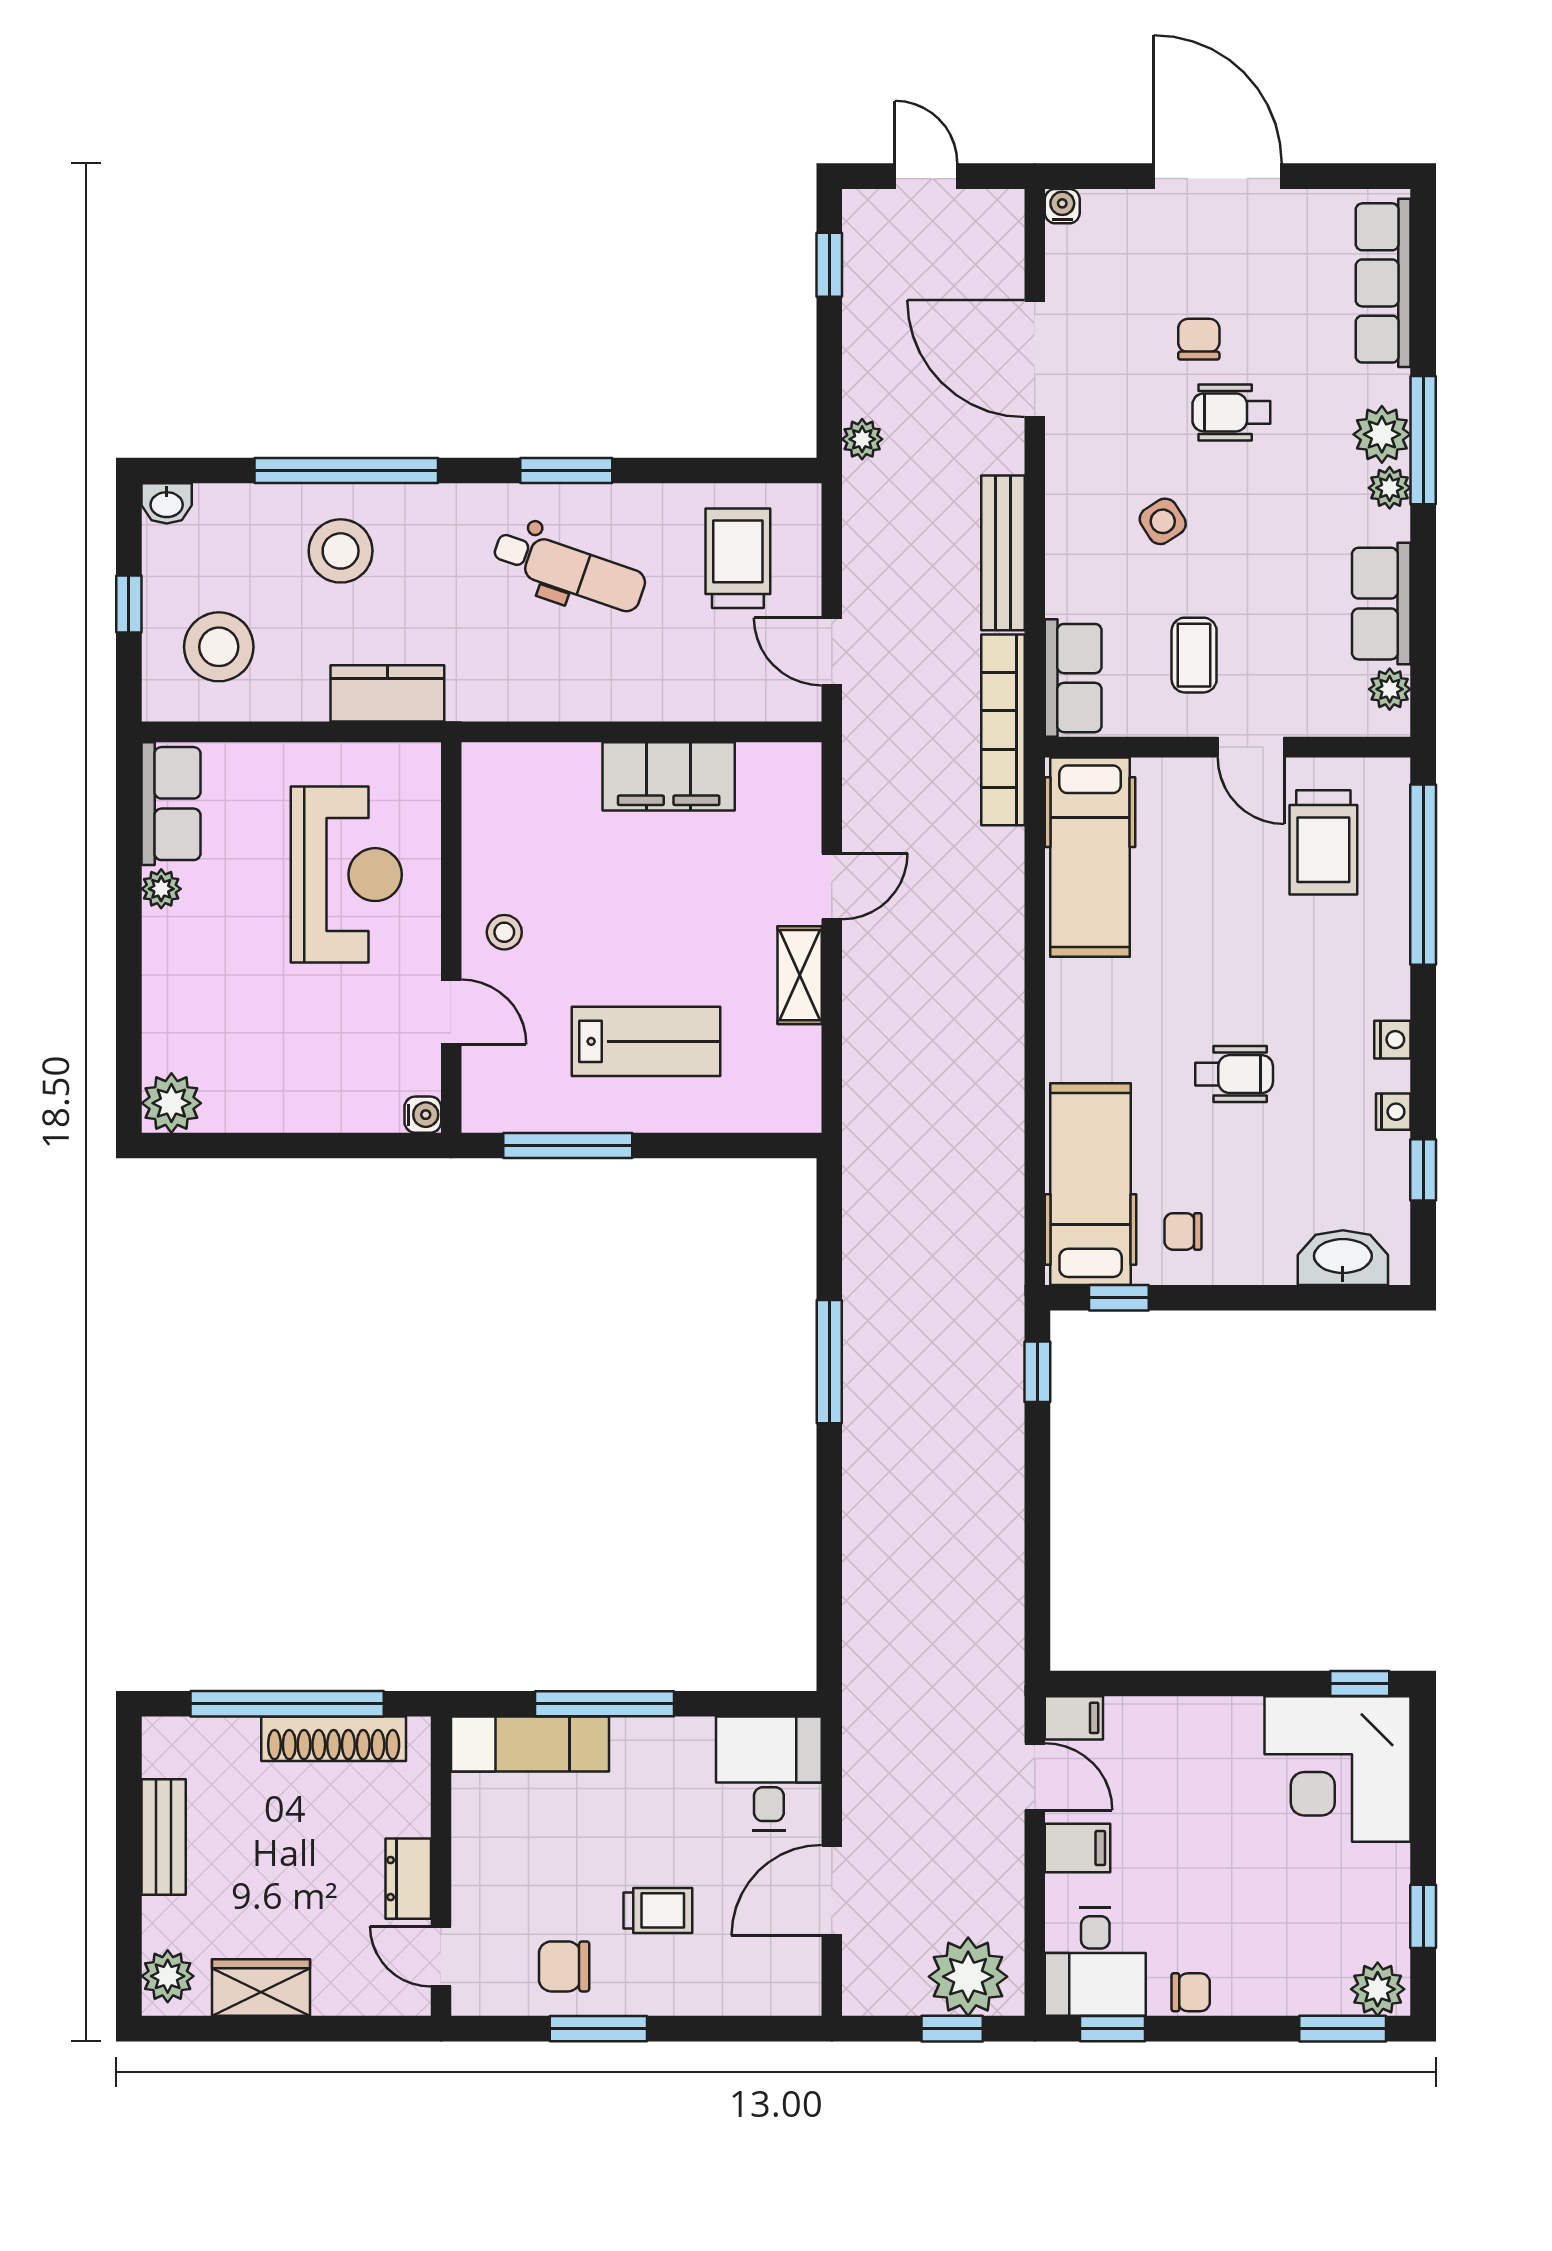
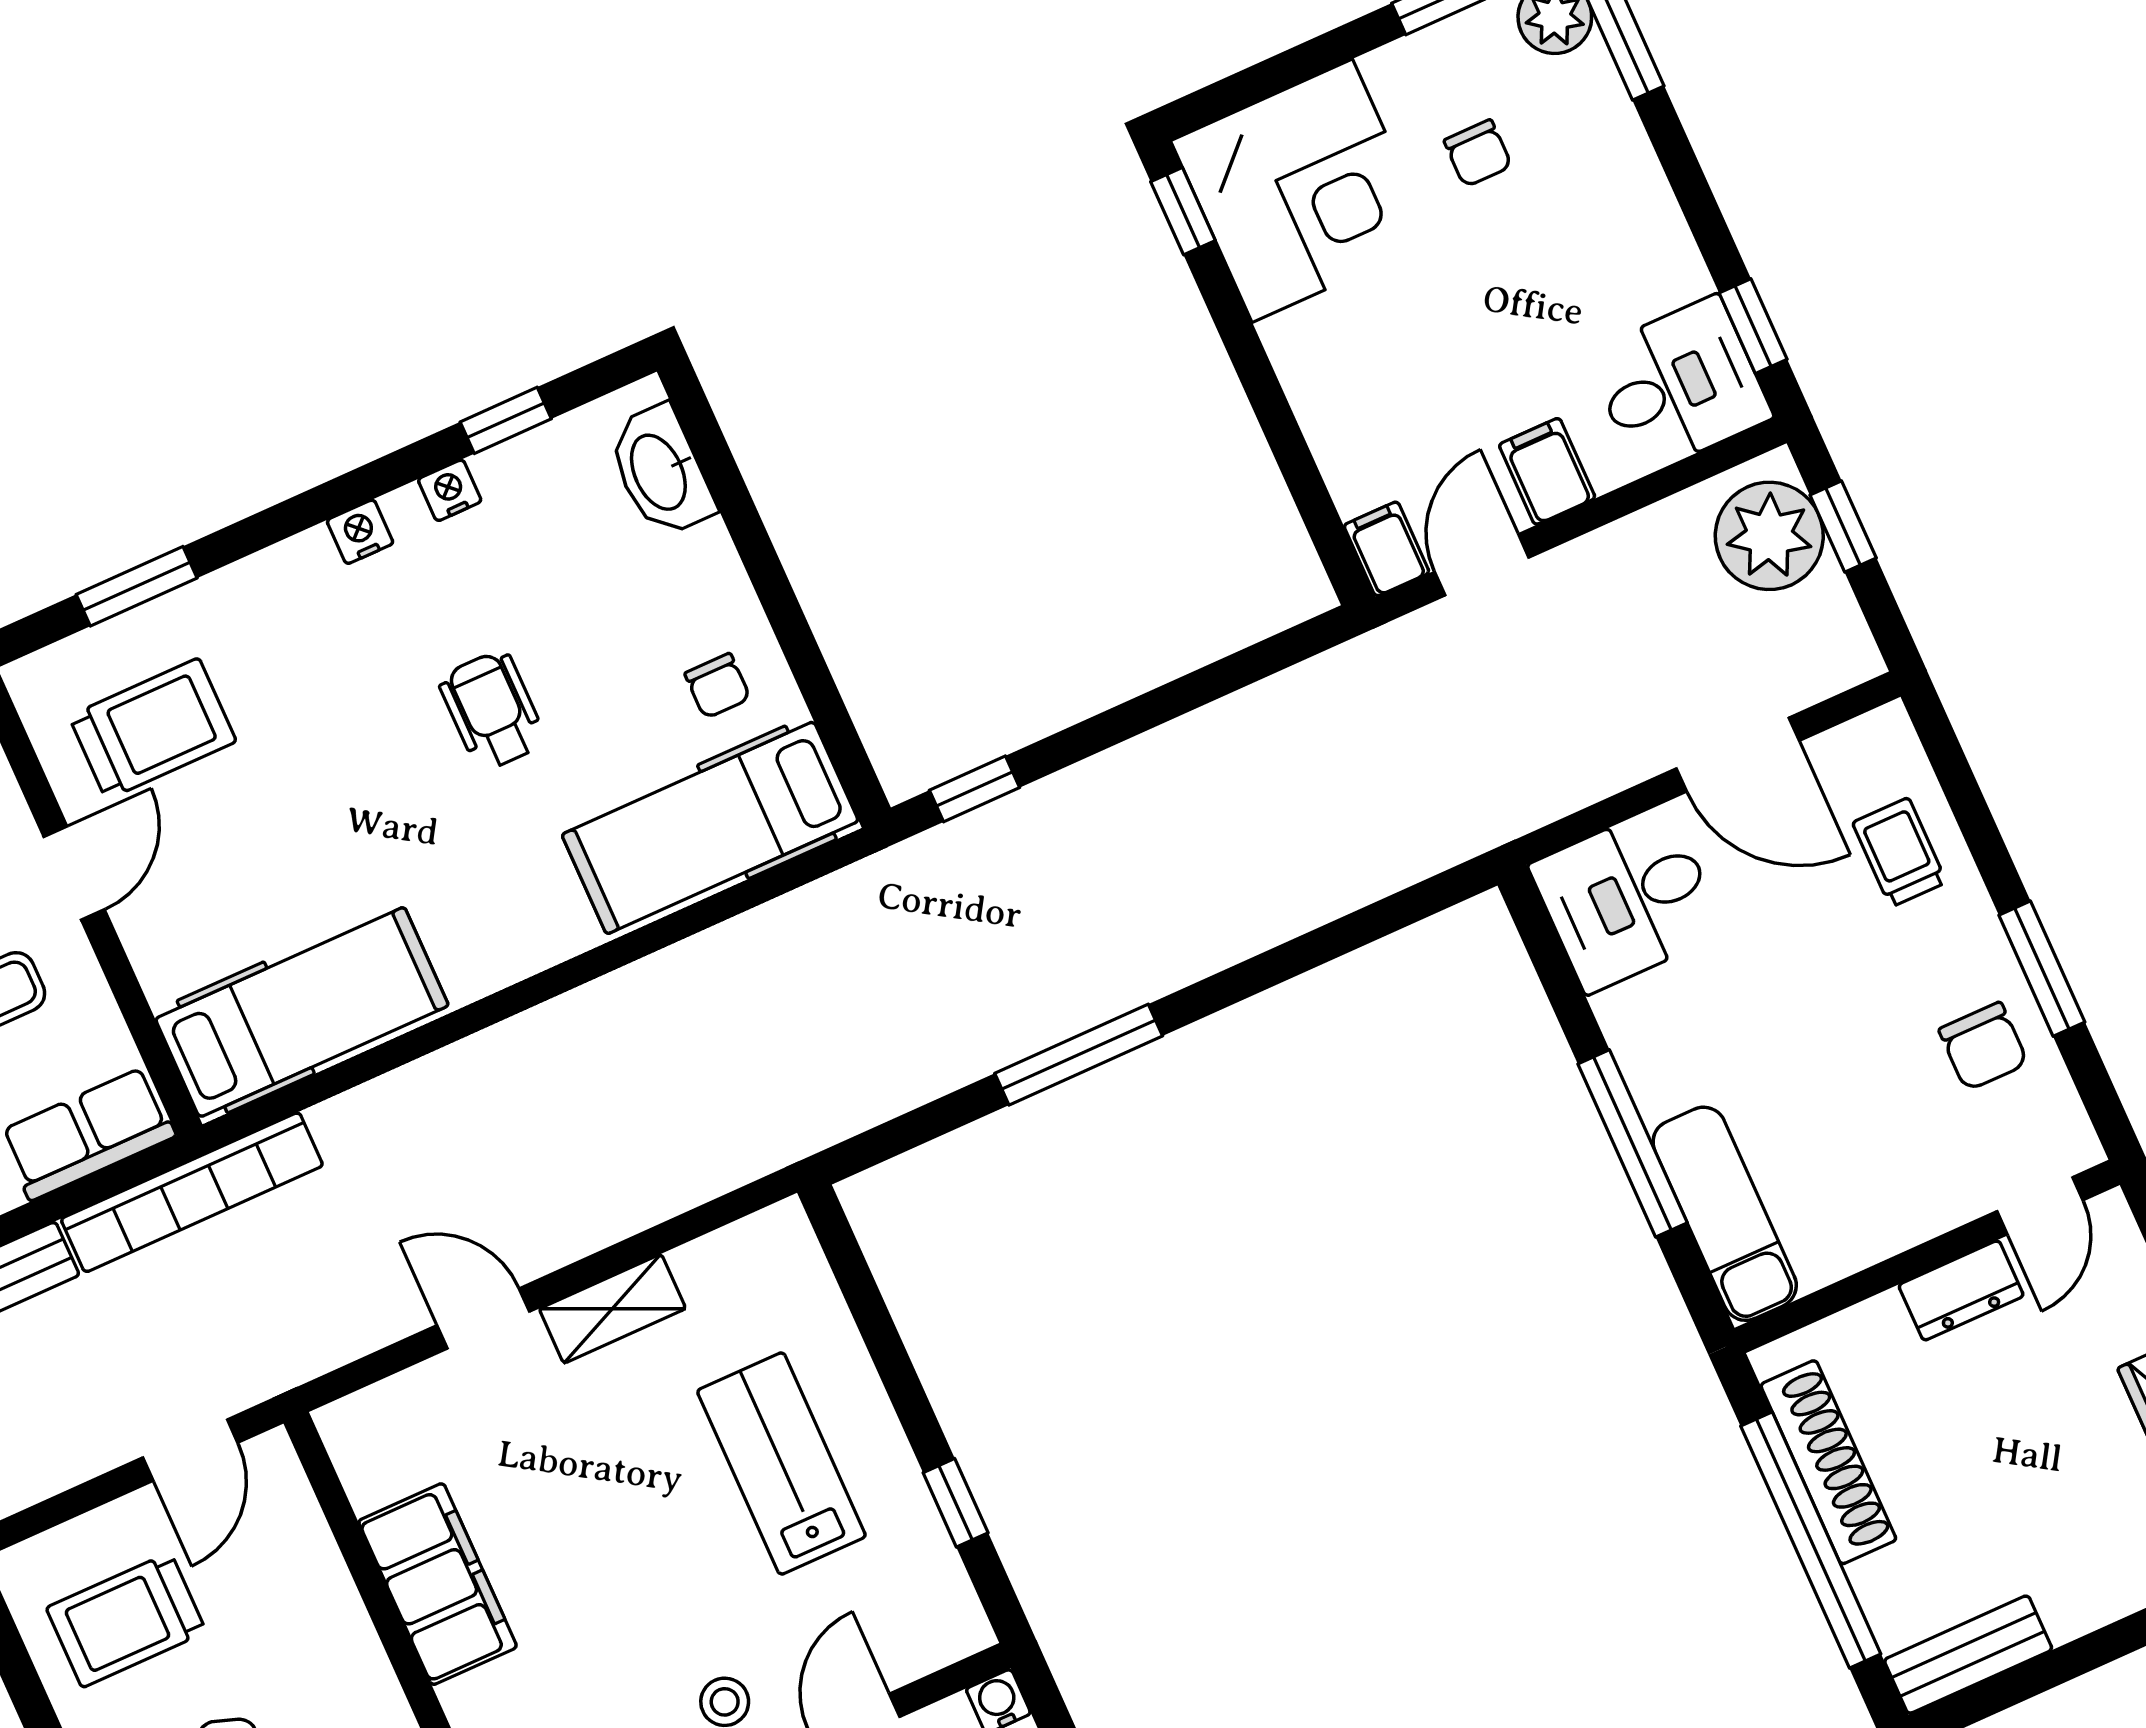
window: (1423, 875) -> (137, 586), width x0.47
window: (568, 1146) -> (956, 1503), width x0.46
window: (1119, 1298) -> (836, 729), removed
bench: (164, 1837) -> (1968, 1655), moved
trolley: (658, 1910) -> (1899, 852), moved
chair: (1191, 1992) -> (1478, 153), moved, turned 180

